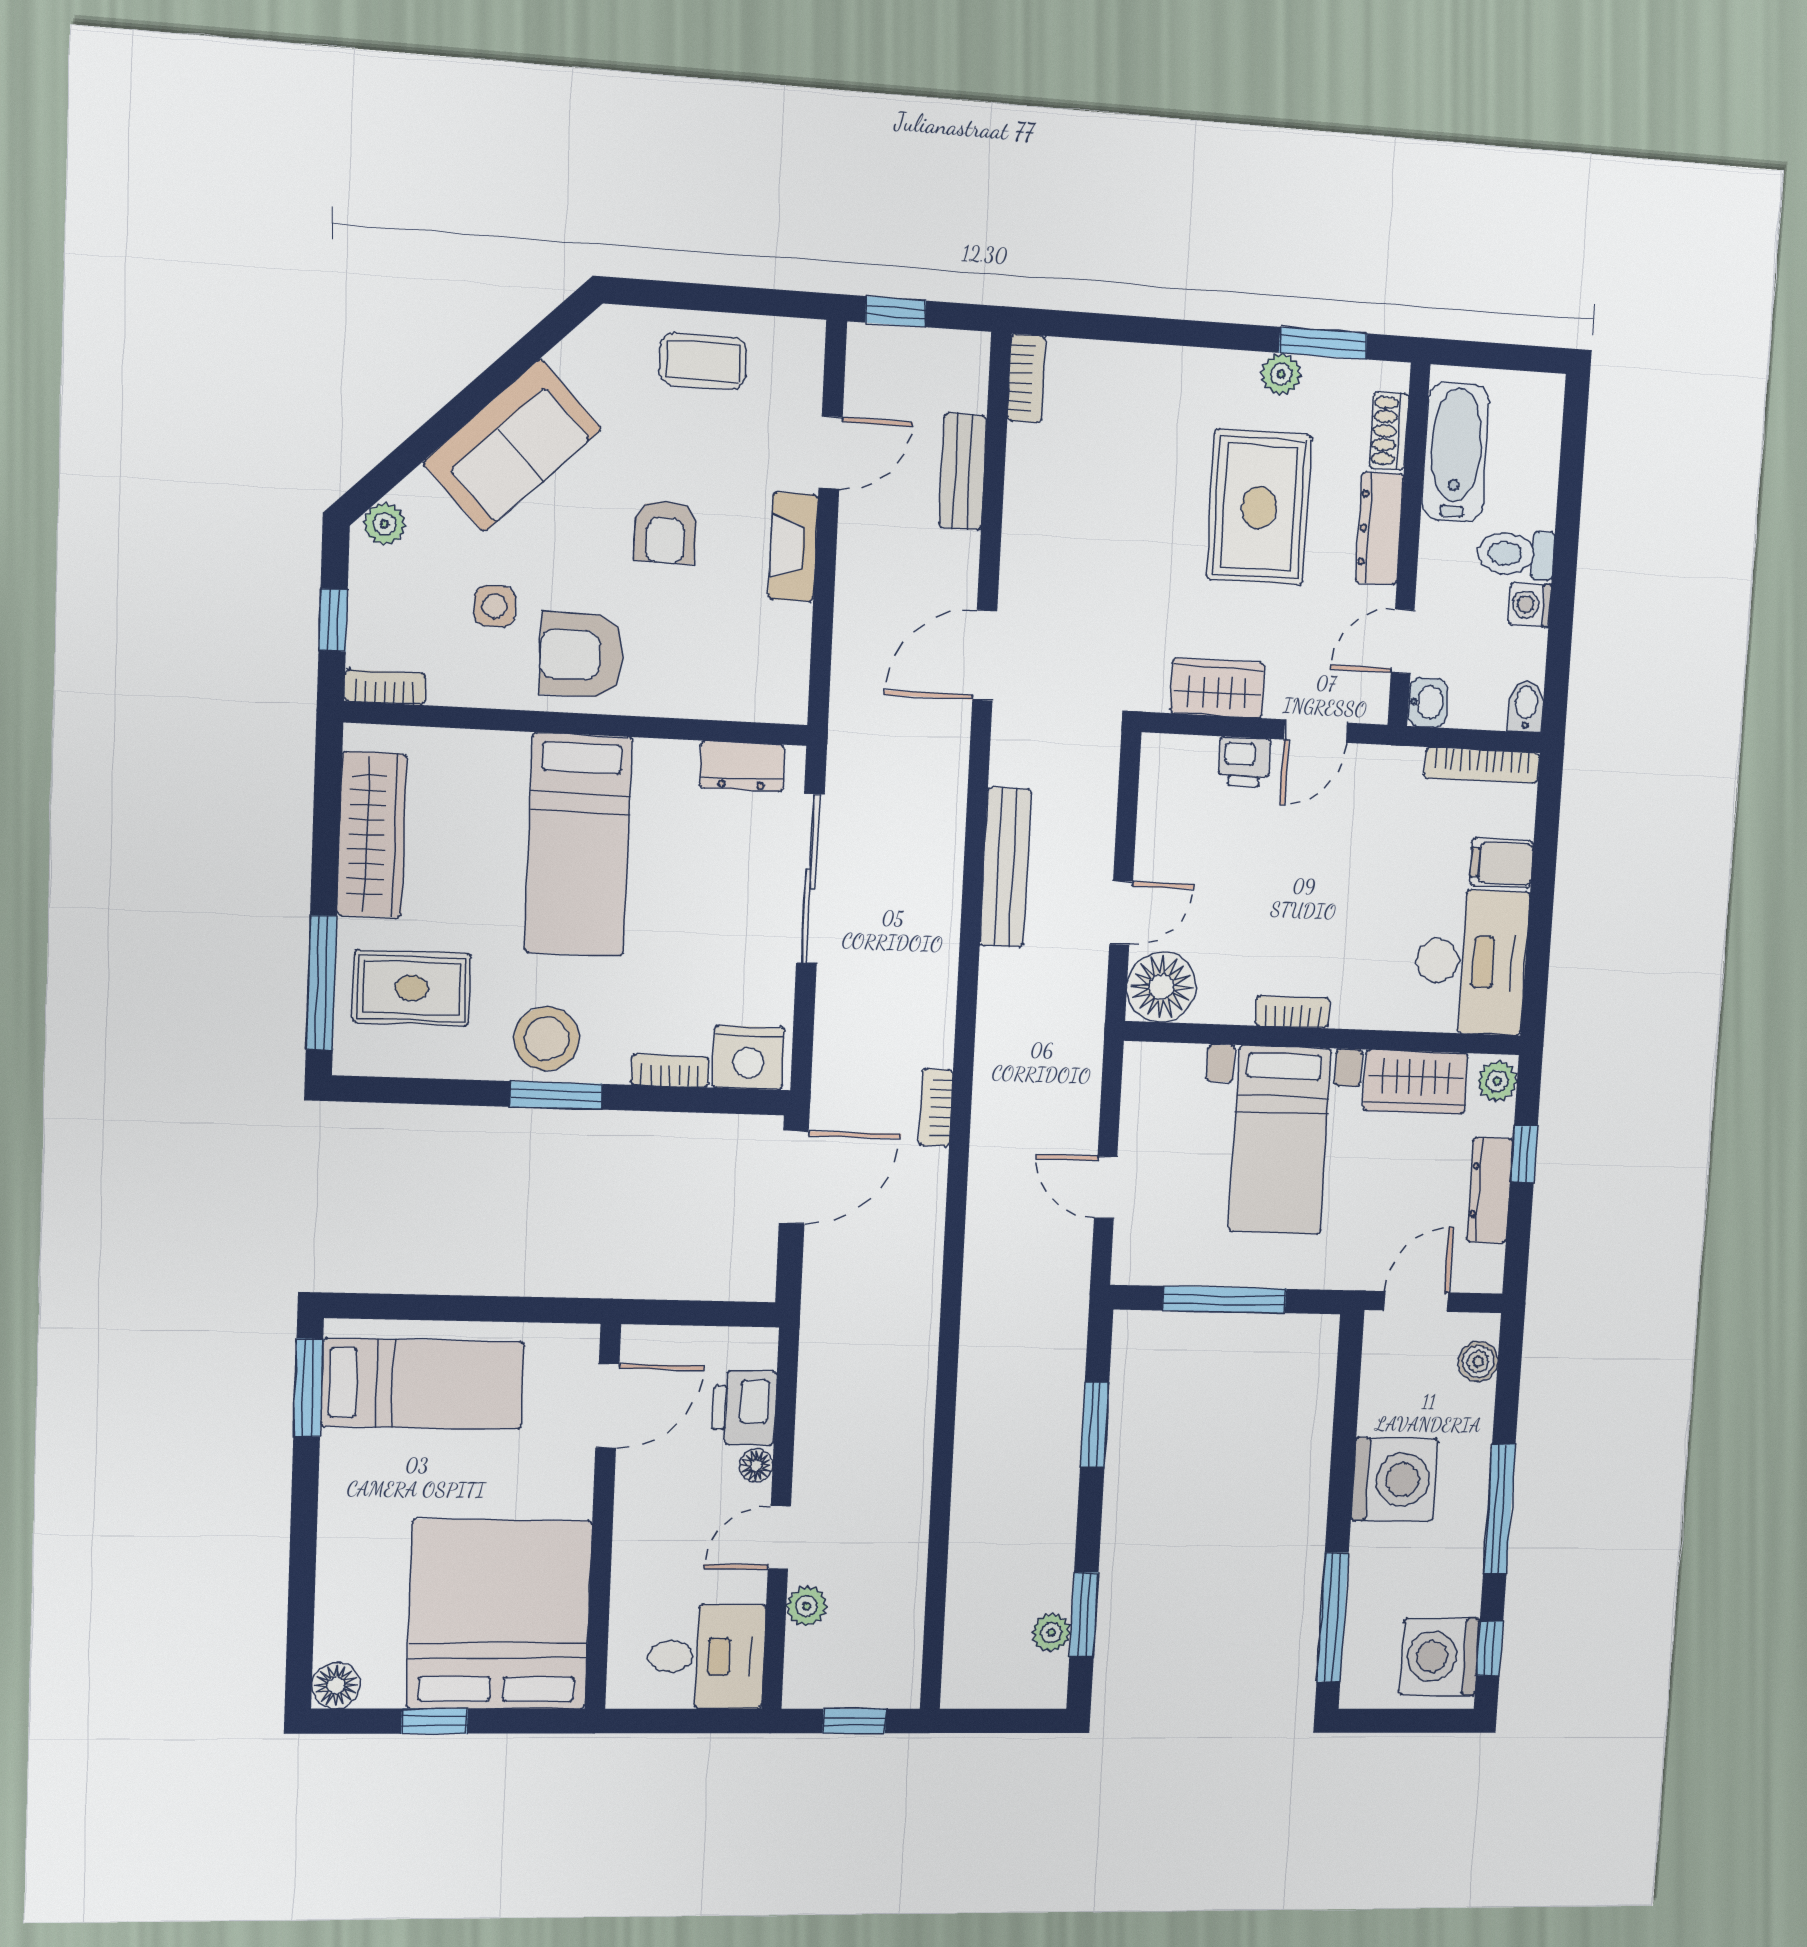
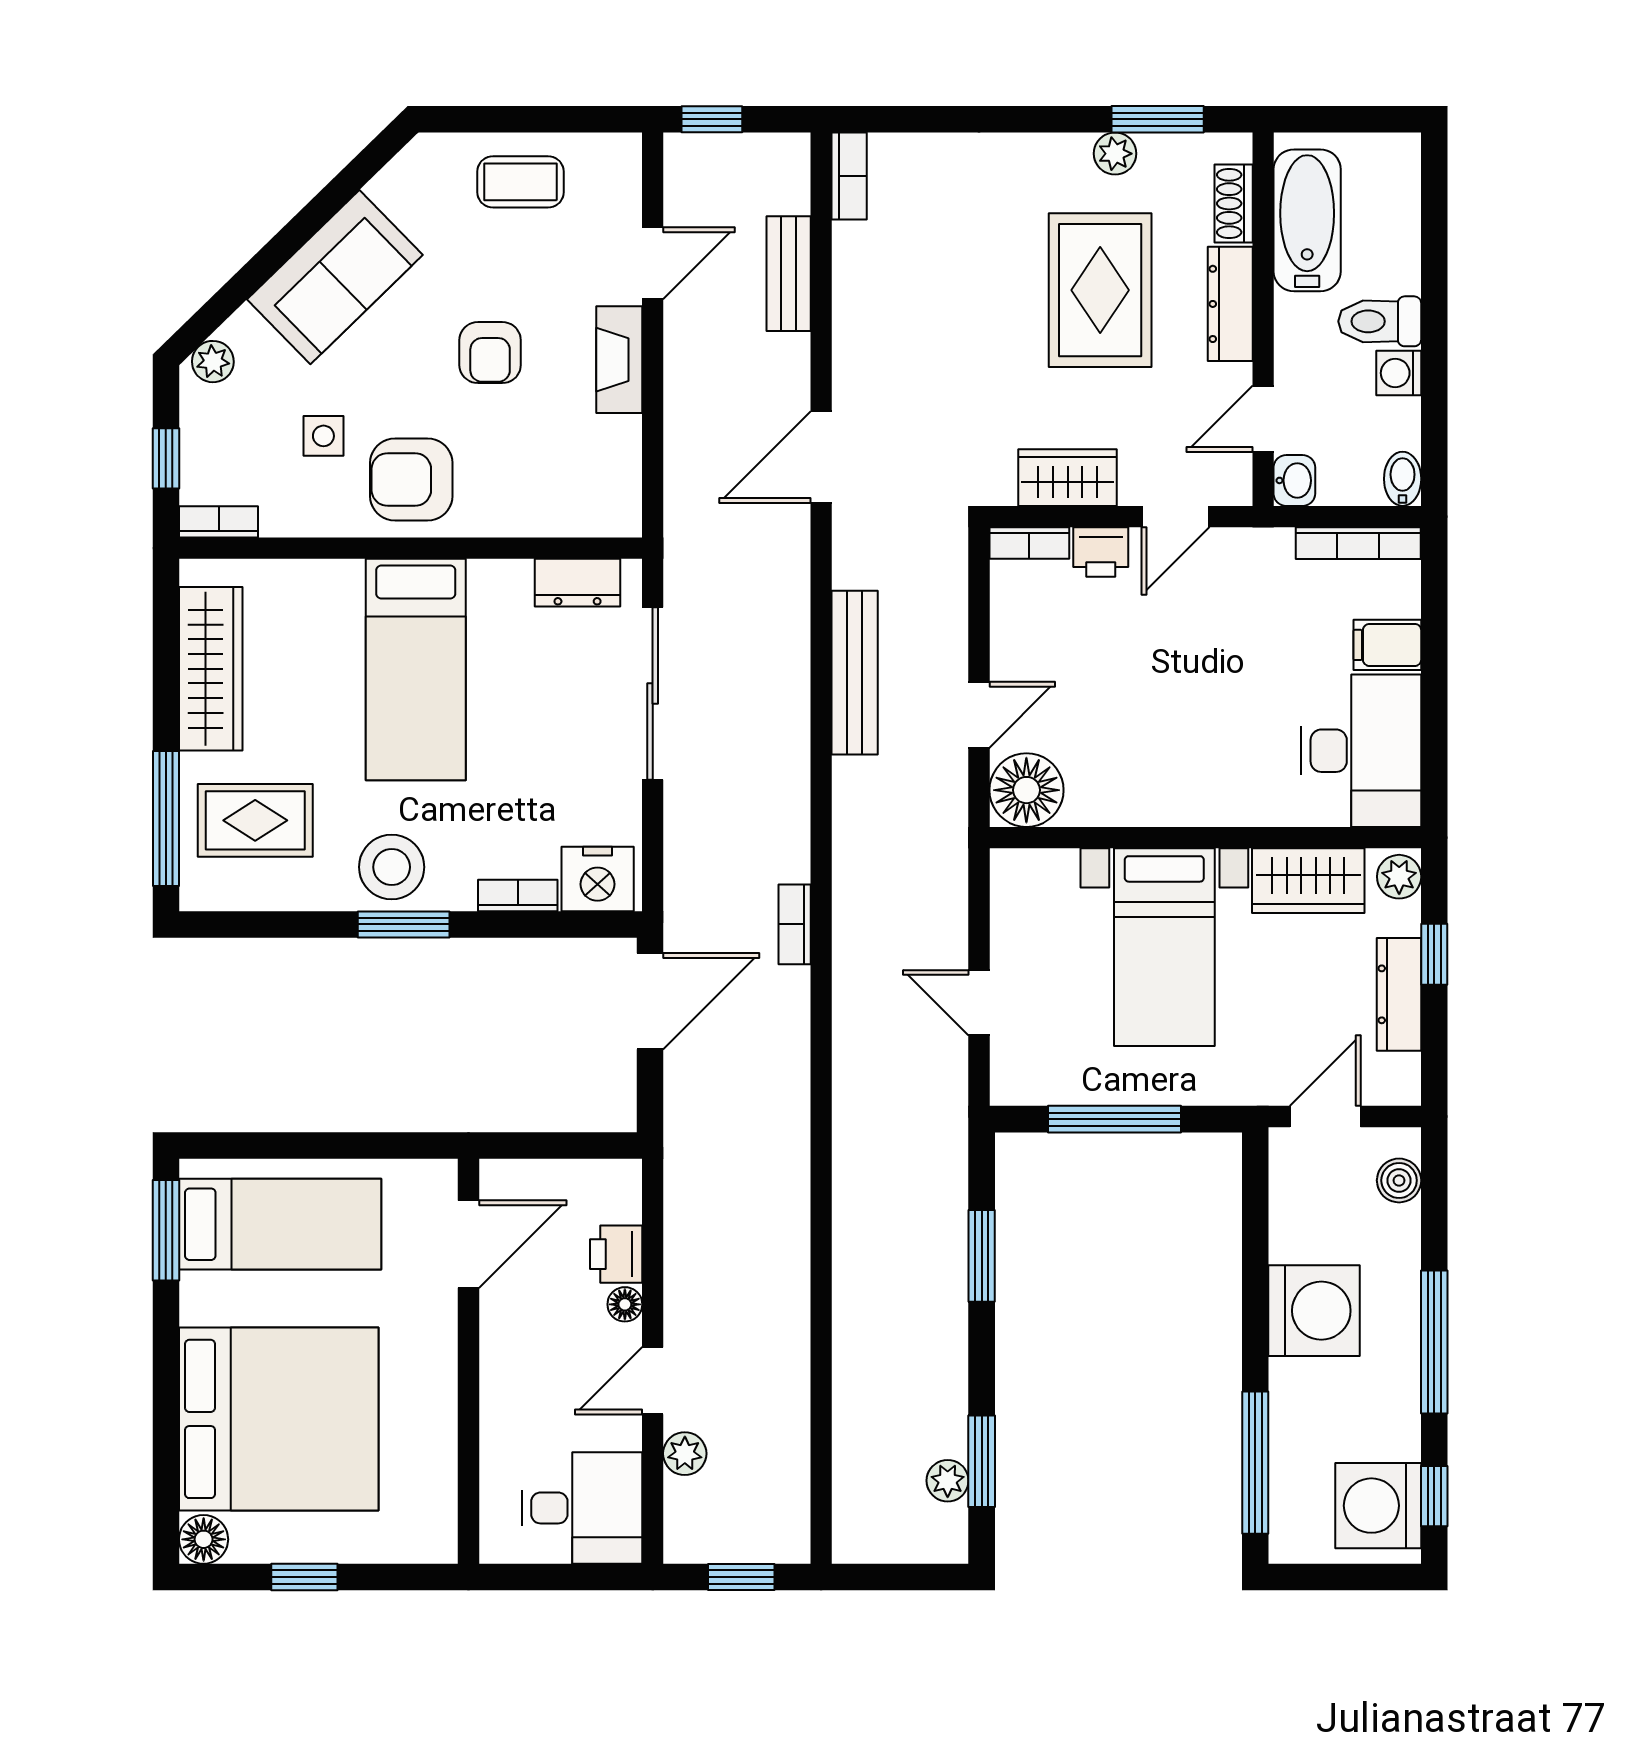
bookcase: (1293, 1012) -> (1029, 543), moved, turned 180
printer: (744, 1408) -> (616, 1254), width x0.73, depth x0.81
bed: (499, 1614) -> (279, 1419), moved, turned 90

